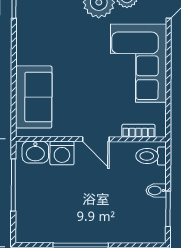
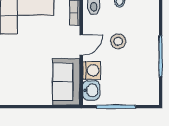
sofa: (34, 97) -> (66, 82), moved, turned -90
stool: (100, 188) -> (118, 41), added

